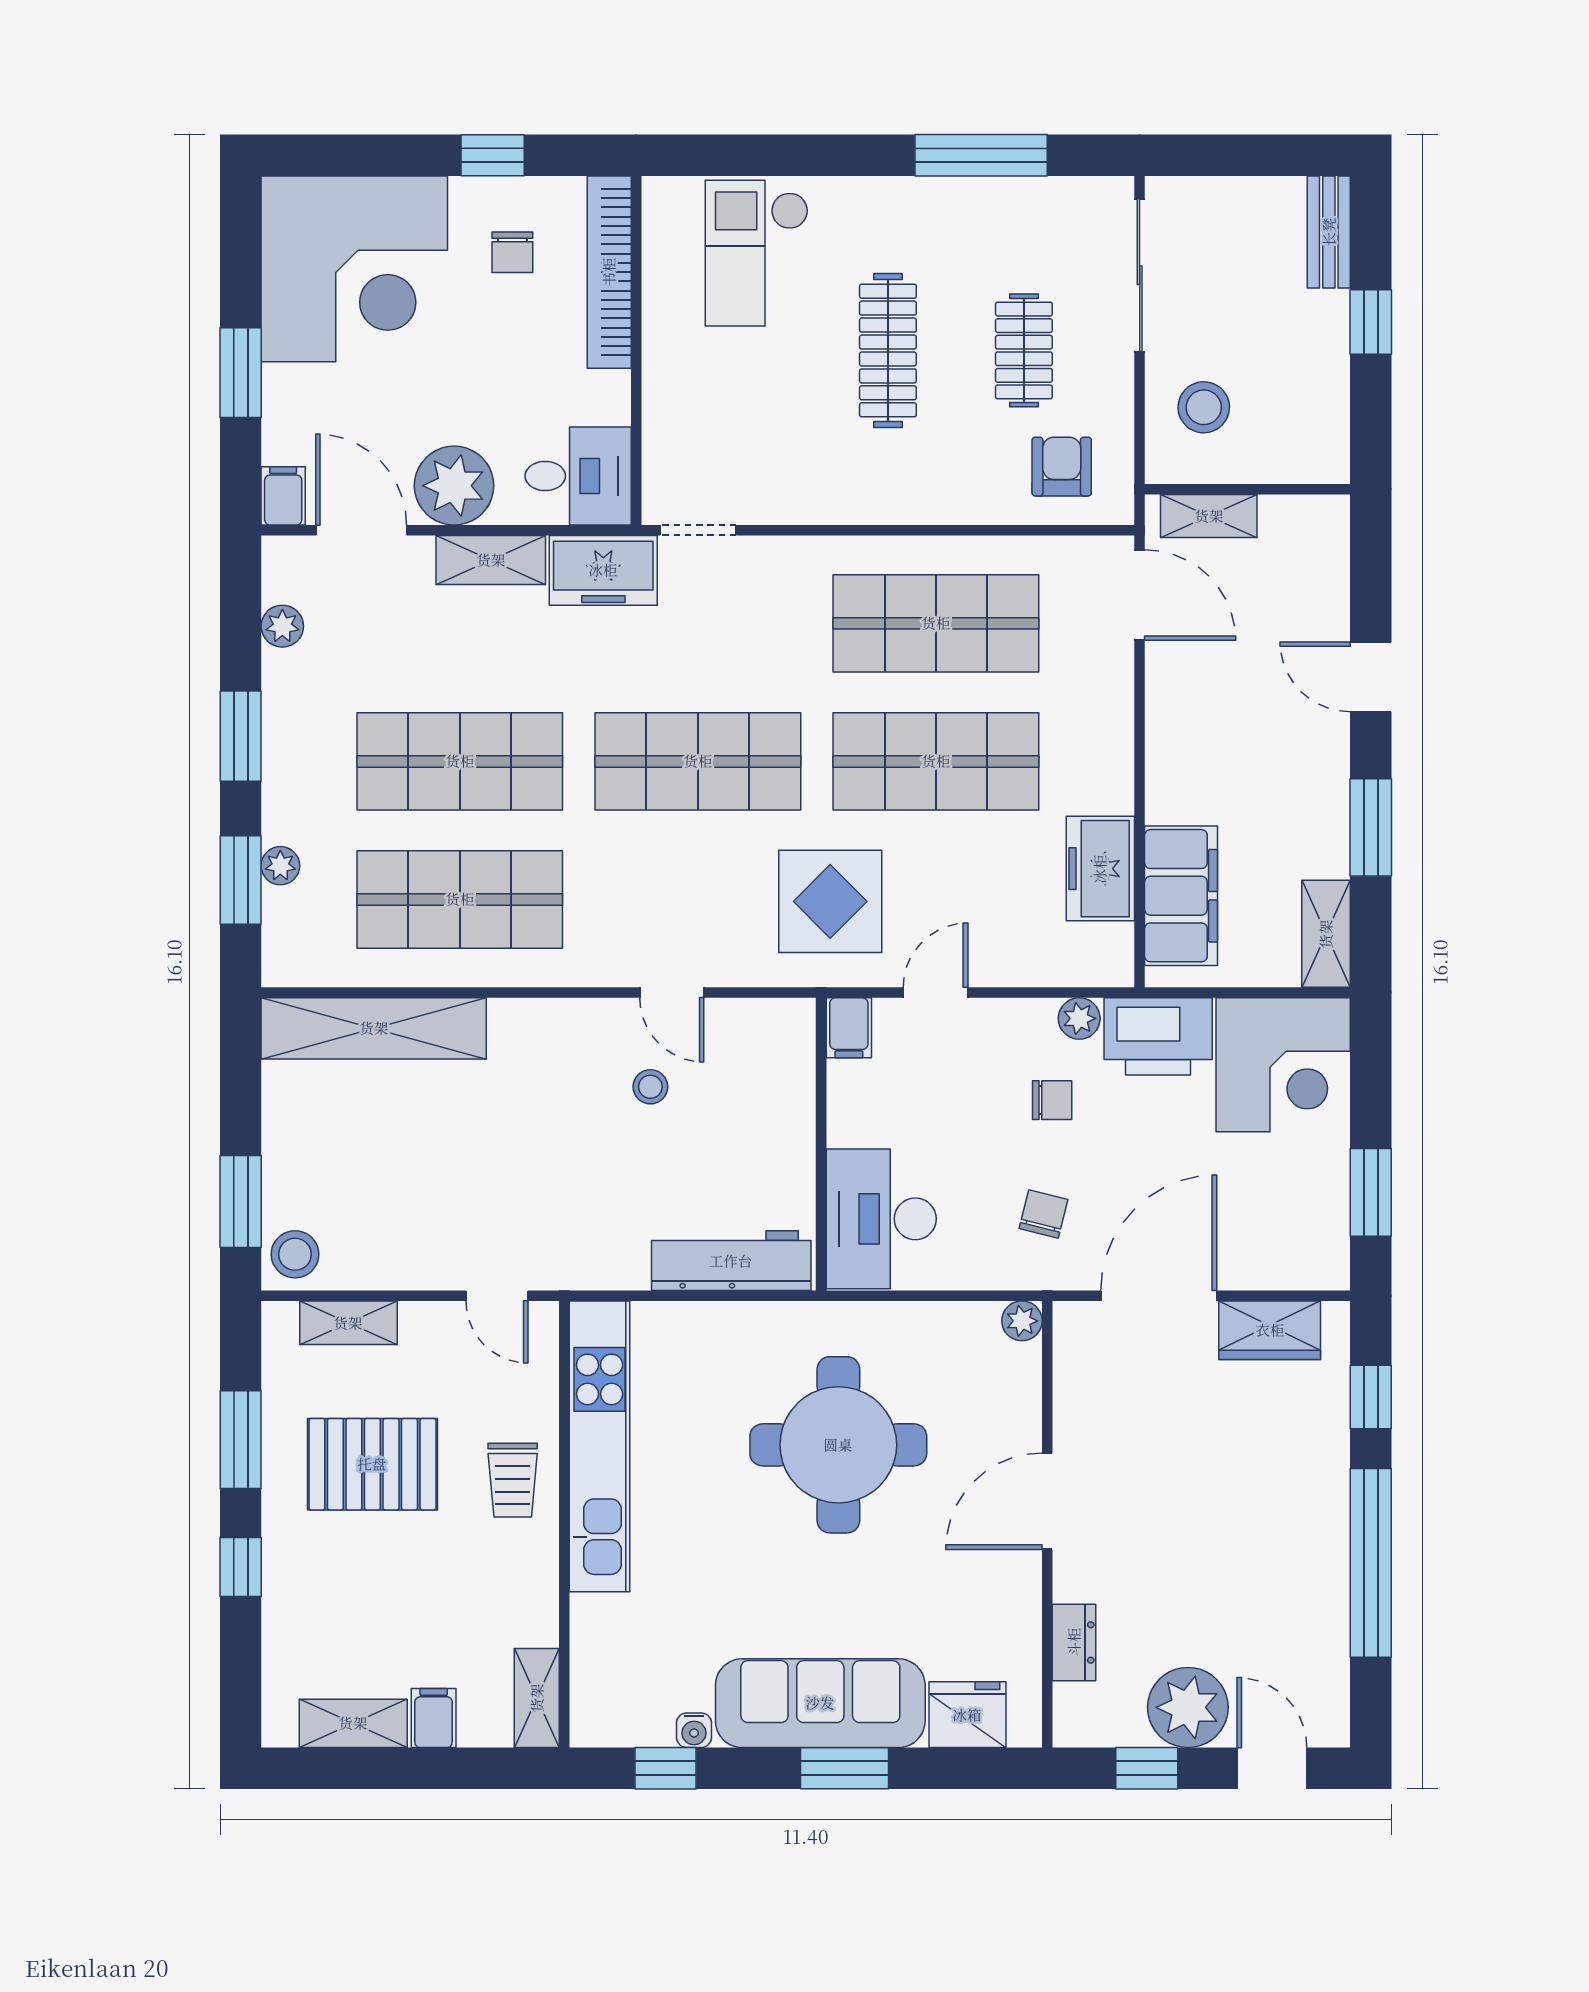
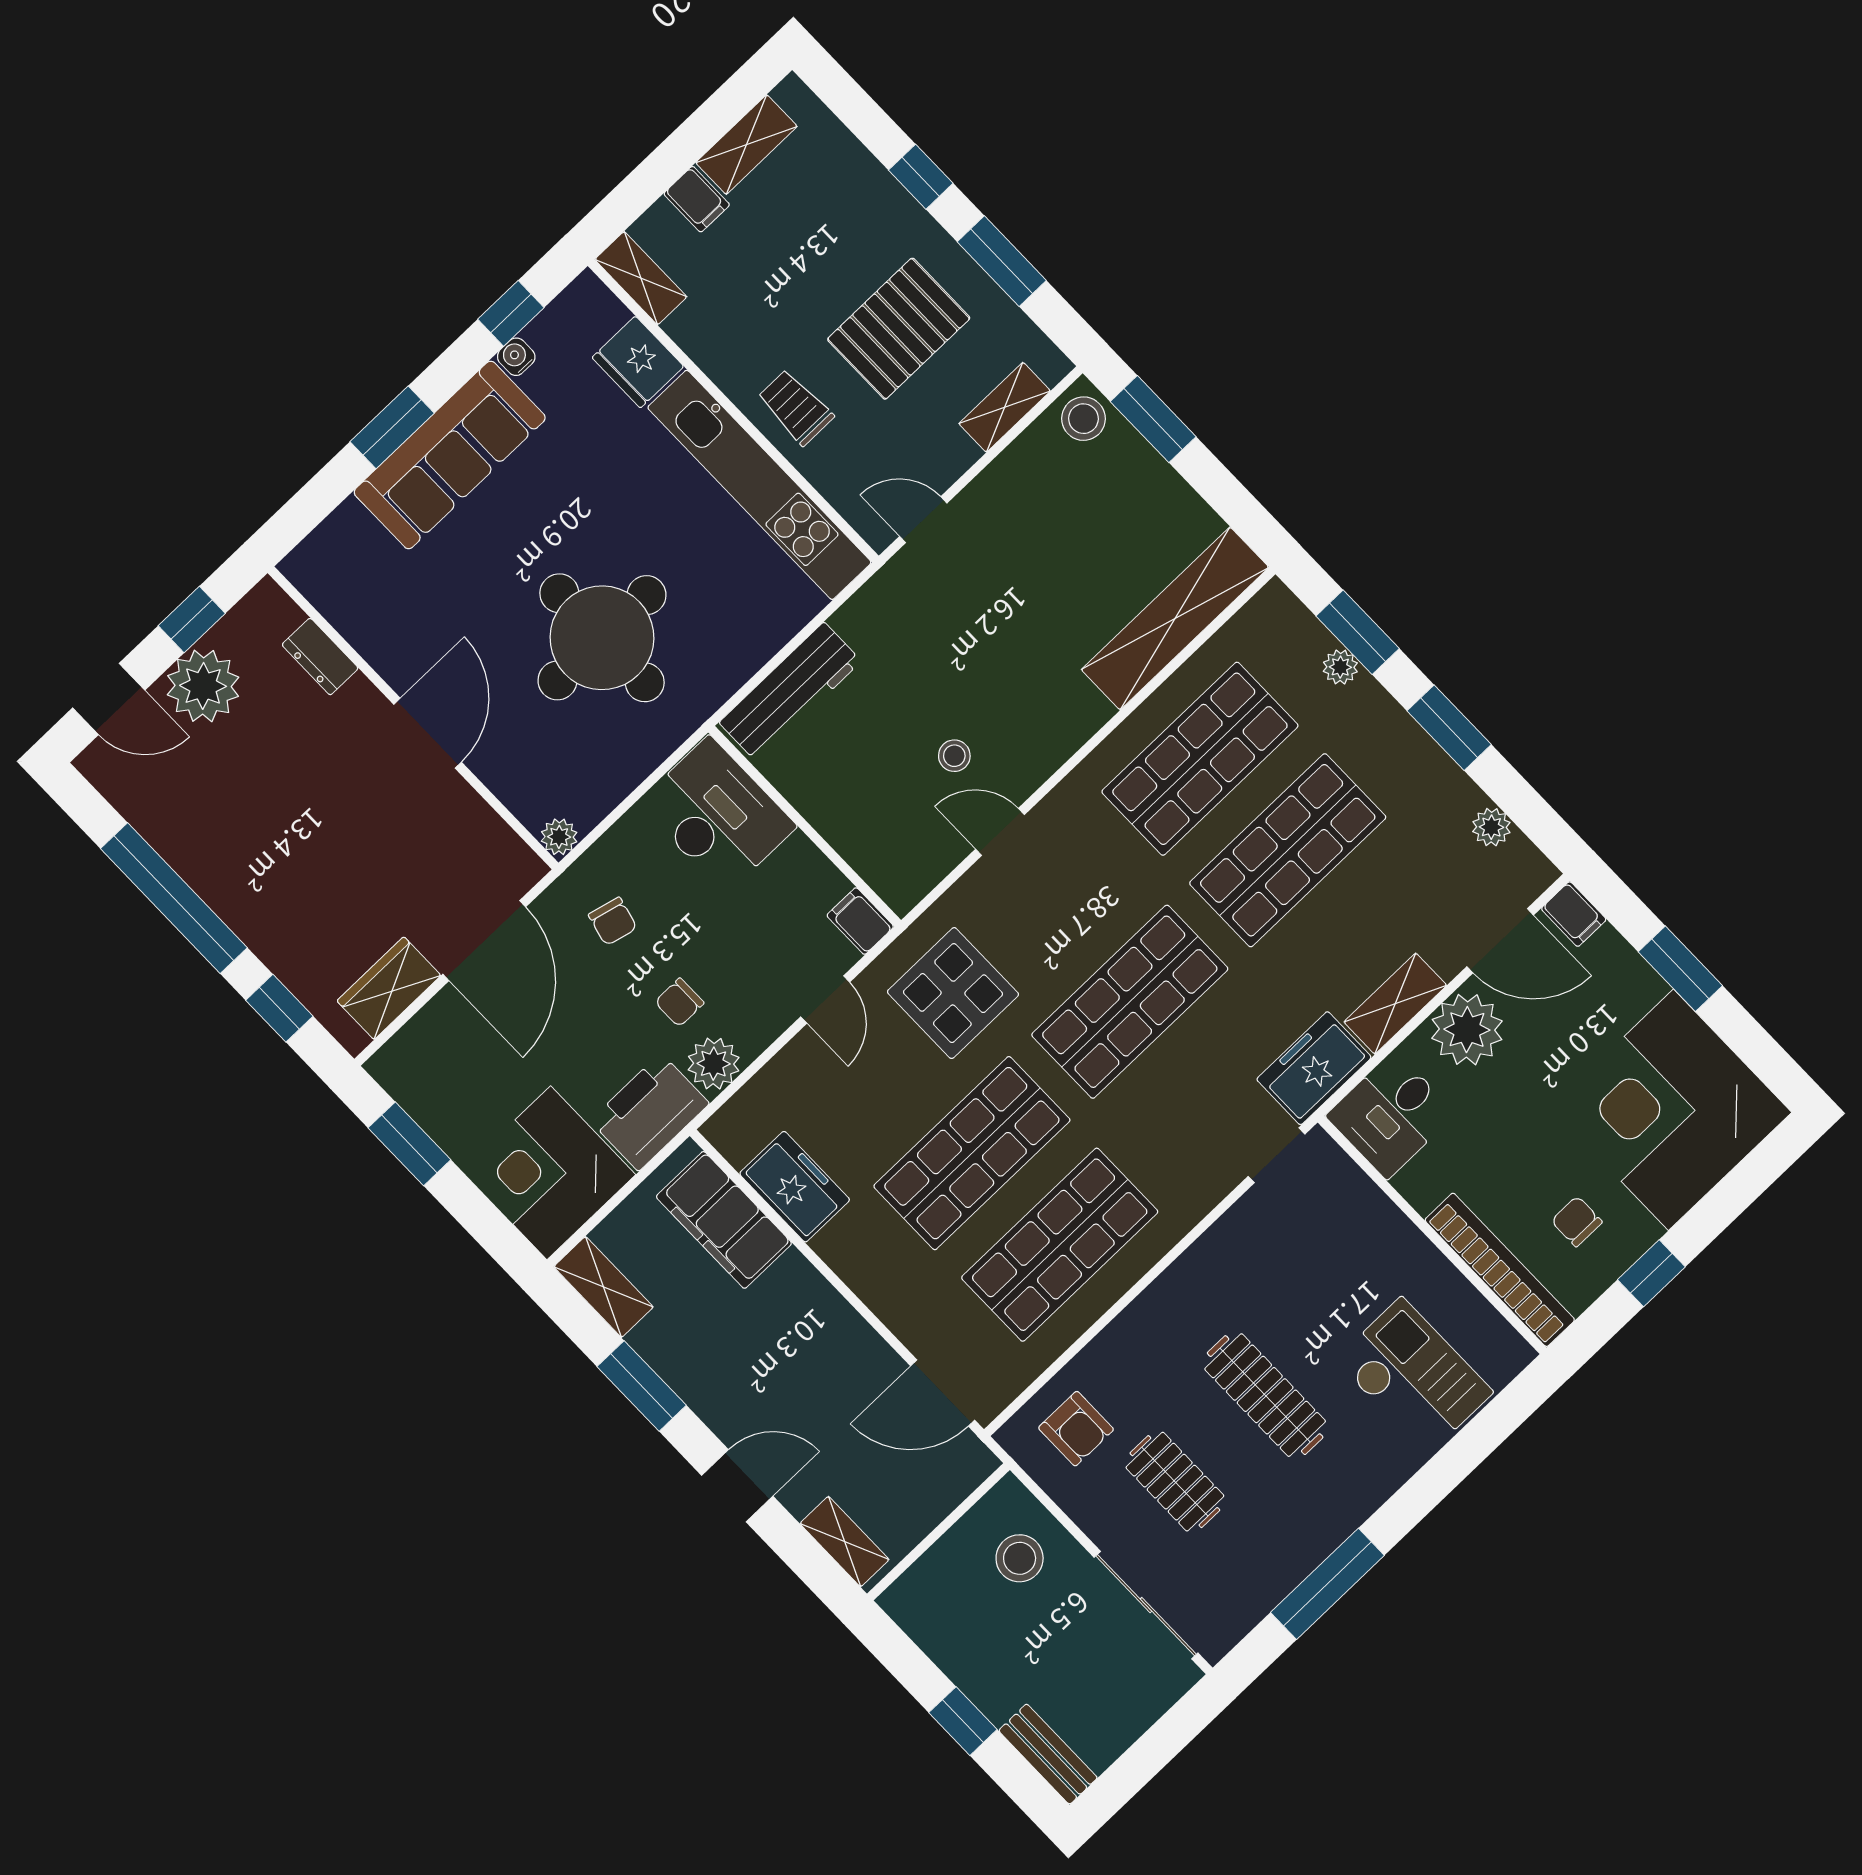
shelving: (1209, 516) -> (845, 1542), moved, turned 90
plant: (1079, 1018) -> (714, 1064), width x1.38, depth x1.38
fridge: (967, 1715) -> (638, 362), moved, turned 90

